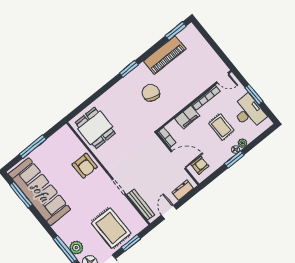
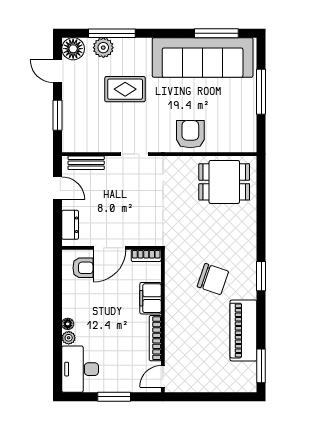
desk: (249, 112) -> (80, 369), moved, turned 90
rug: (221, 127) -> (107, 329), removed
window: (234, 159) -> (58, 314), removed
armchair: (200, 165) -> (83, 268), turned -90
armchair: (85, 166) -> (190, 134), turned 90
bench: (141, 205) -> (86, 163), width x0.73
rug: (111, 228) -> (125, 89), moved, width x0.73, depth x0.70

